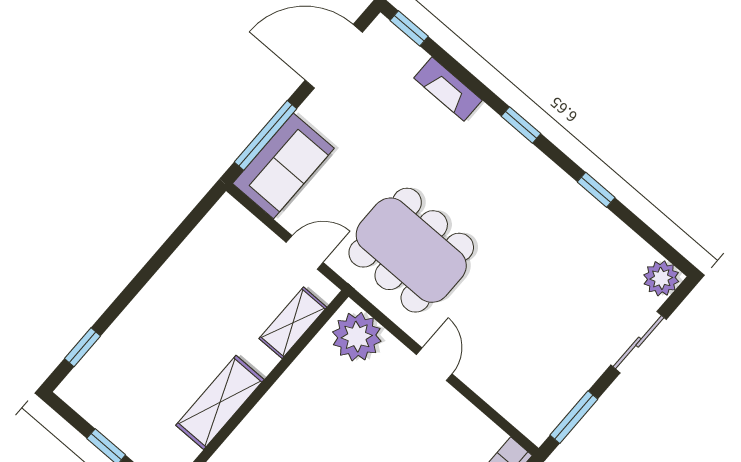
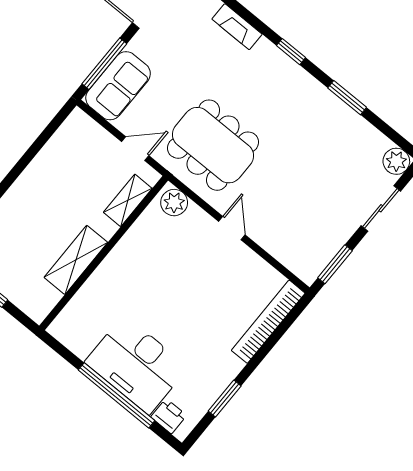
window: (596, 190) -> (347, 98), width x1.50
plant: (357, 337) -> (174, 203), width x0.73, depth x0.73

